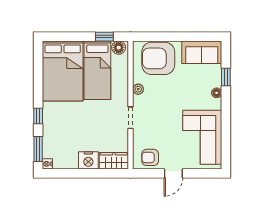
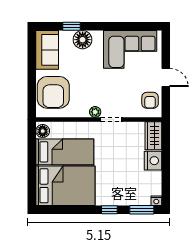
window: (104, 37) -> (32, 145), removed
plant: (138, 89) -> (95, 112), moved
floor lamp: (217, 93) -> (83, 40), width x1.89, depth x1.89

